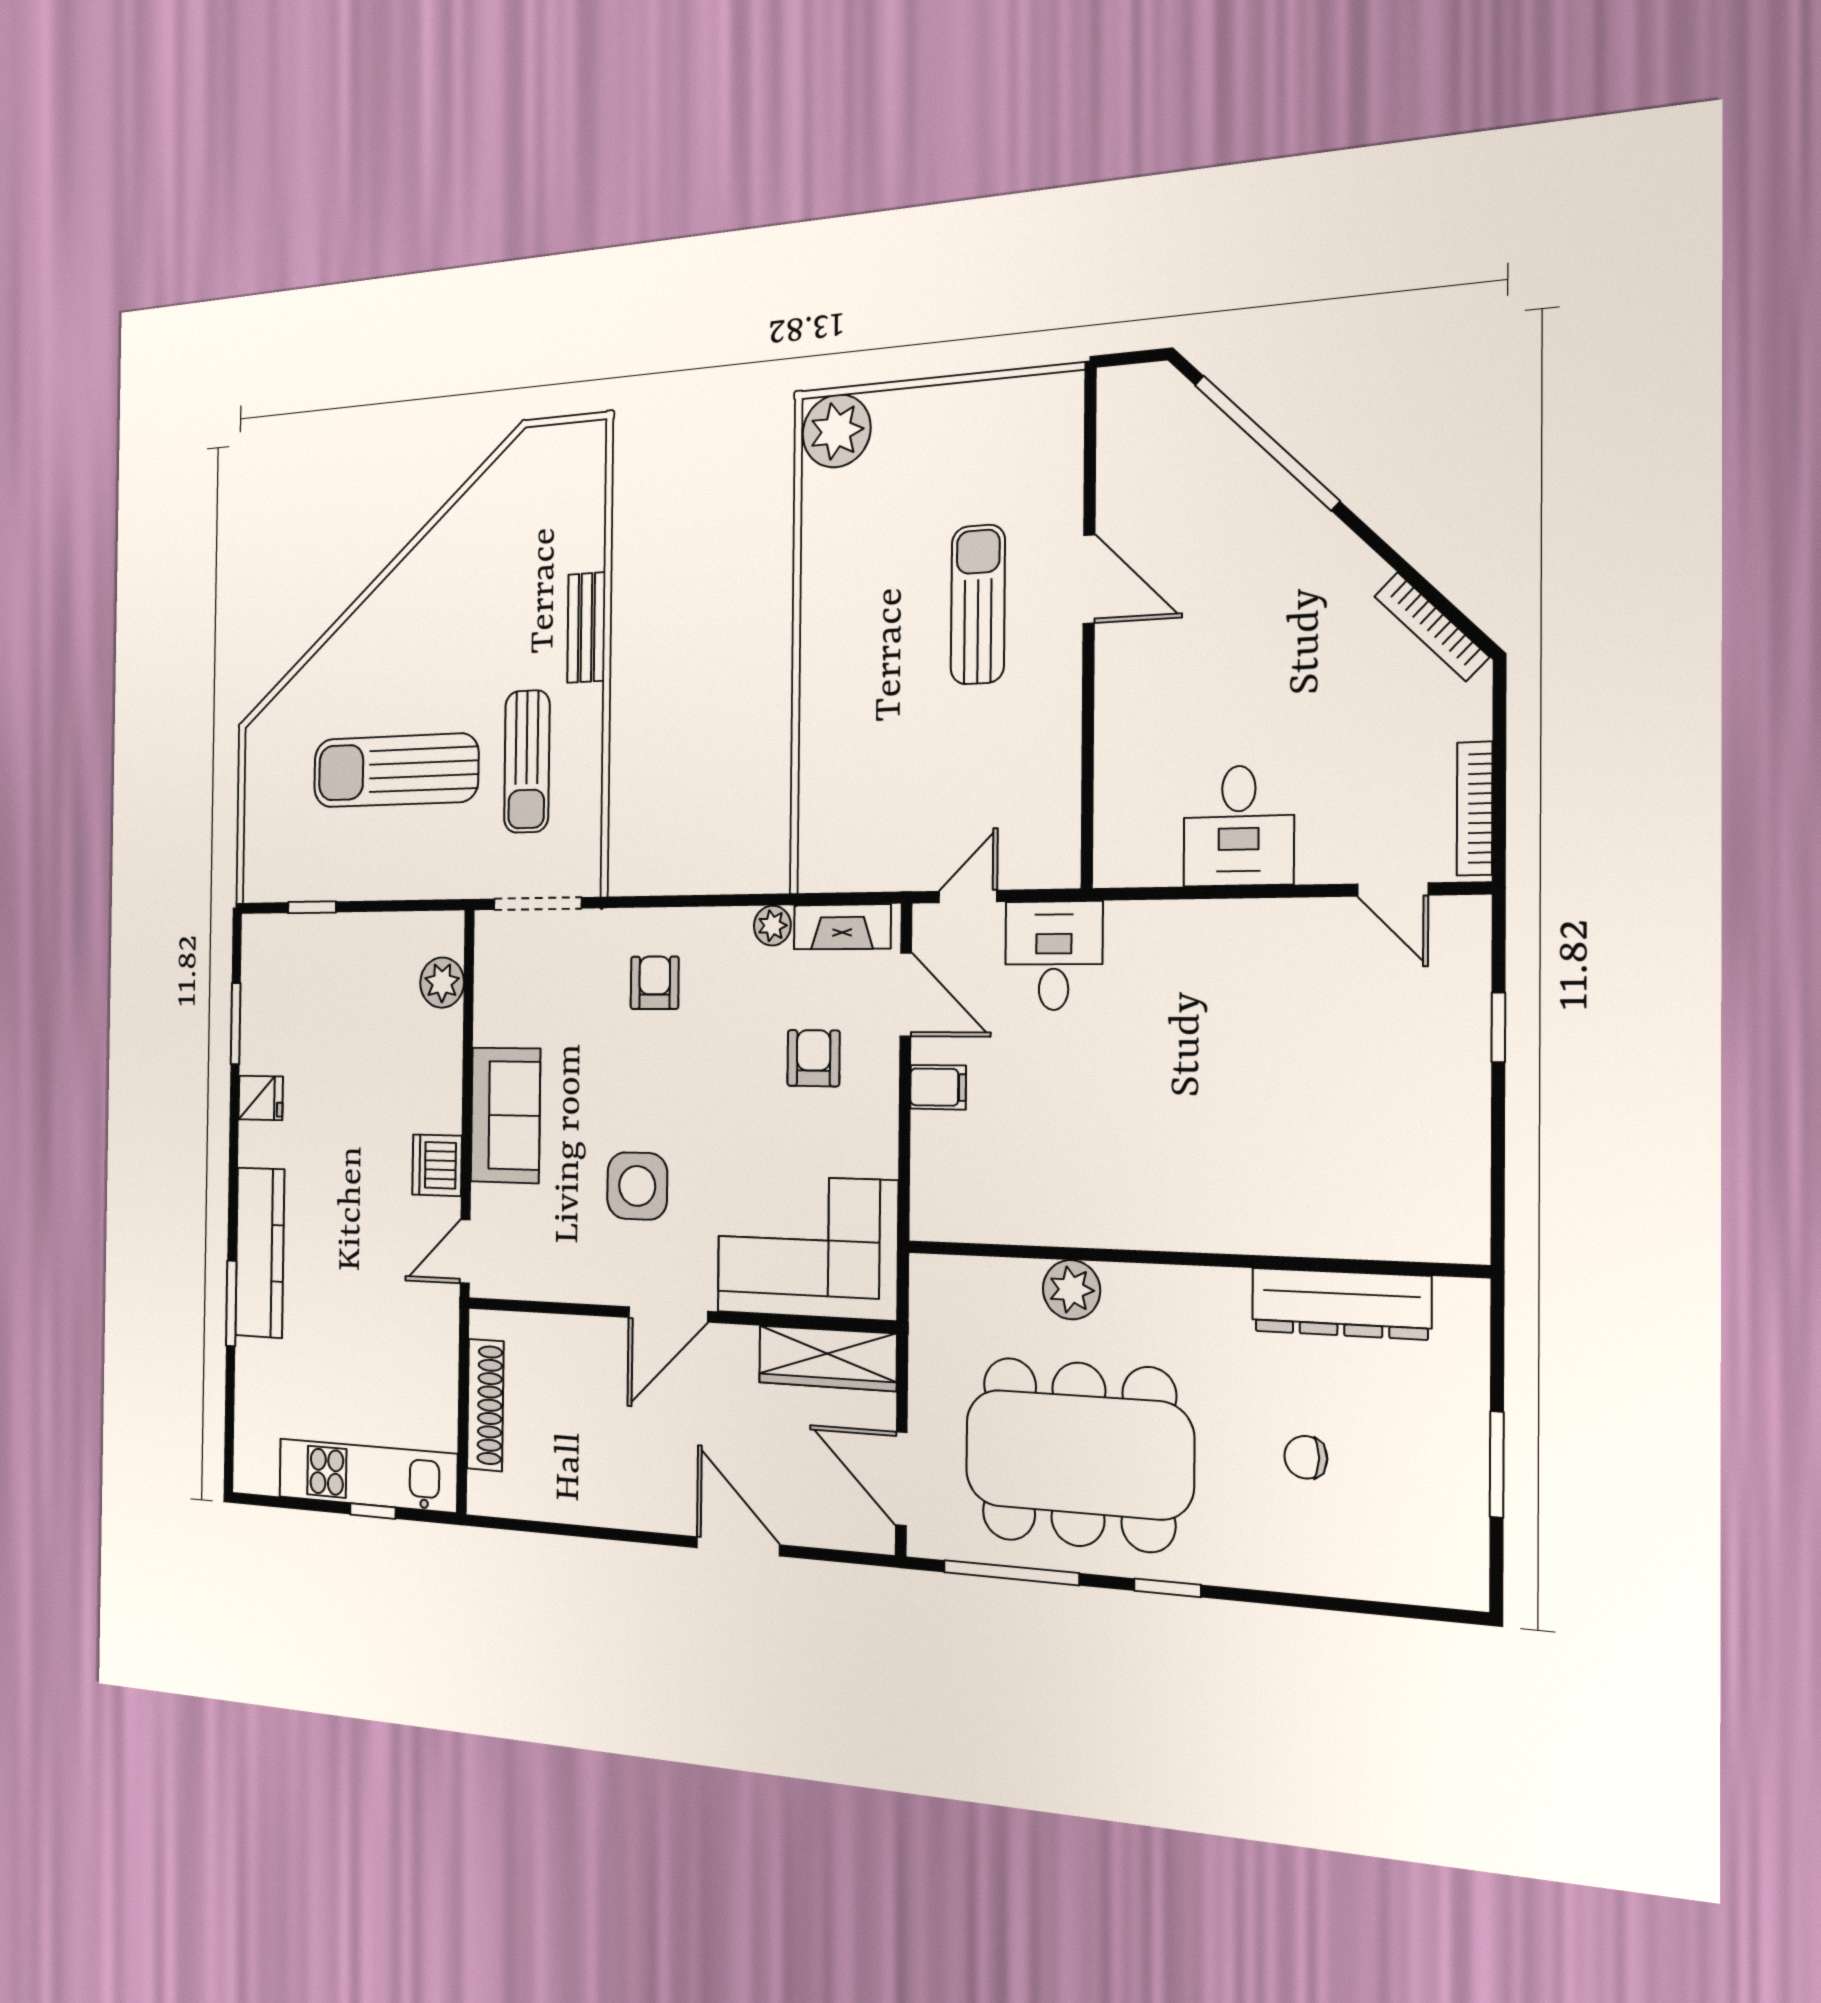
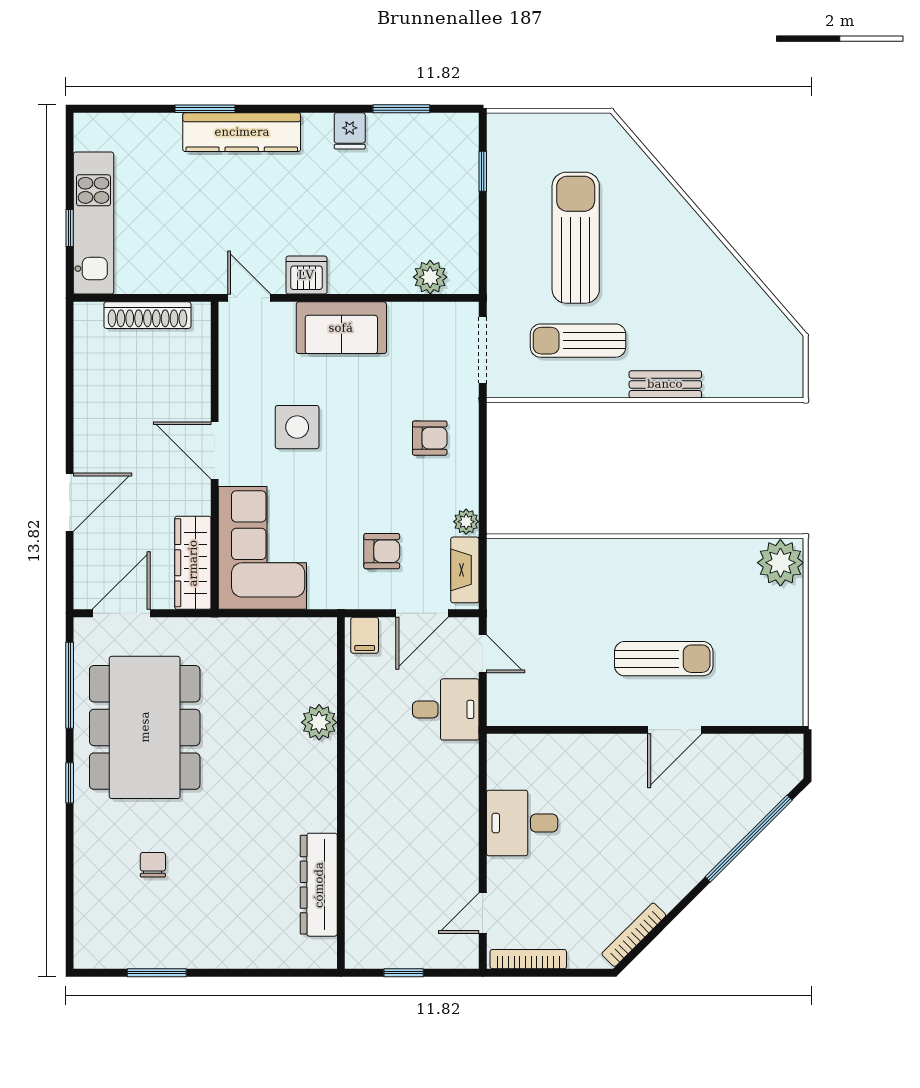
wall: (1186, 1259) -> (341, 793), moved
plant: (1071, 1290) -> (319, 722), moved
dresser: (1341, 1304) -> (319, 885), moved

